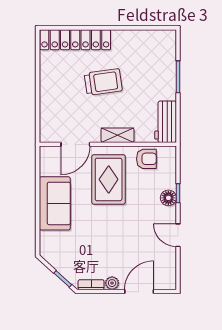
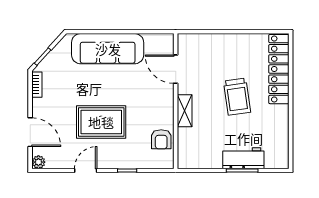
workbench: (166, 122) -> (243, 158), moved
rug: (109, 179) -> (101, 122), moved
floor lamp: (168, 198) -> (123, 161), removed
sofa: (55, 203) -> (108, 49), width x1.36
plant: (112, 283) -> (38, 162), moved

